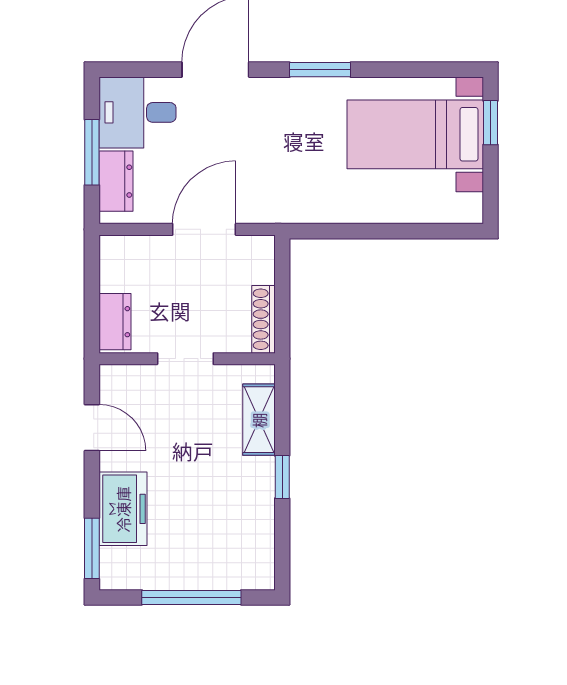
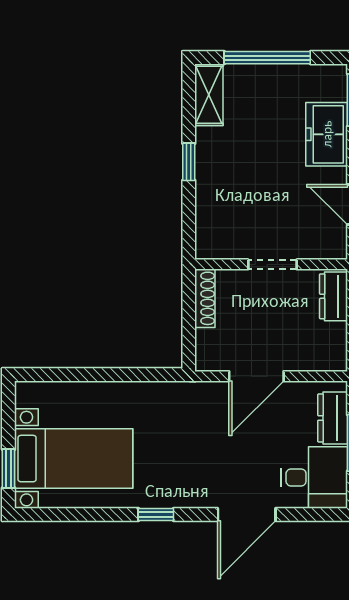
window: (320, 70) -> (156, 515), width x0.67
shelving: (259, 420) -> (209, 95), moved

